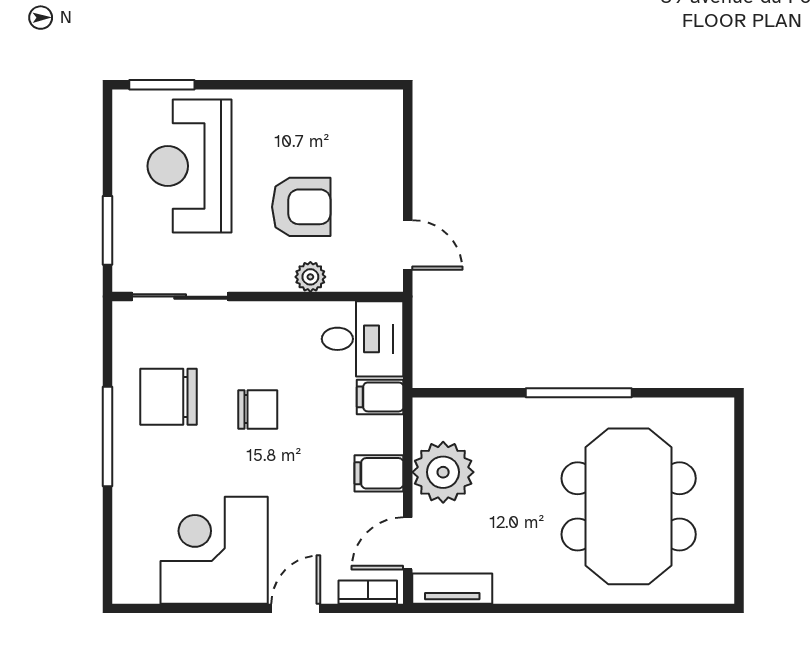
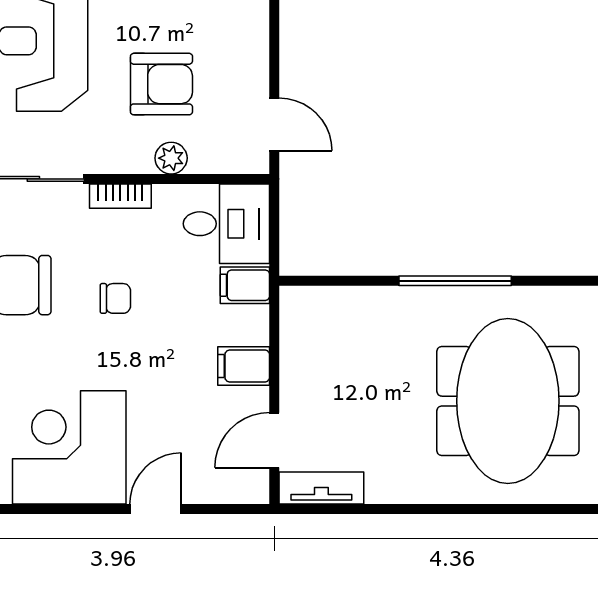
chair: (258, 409) -> (115, 298), width x0.73, depth x0.73
plant: (443, 472) -> (312, 365), removed
bookcase: (368, 592) -> (120, 196), moved, turned 180

